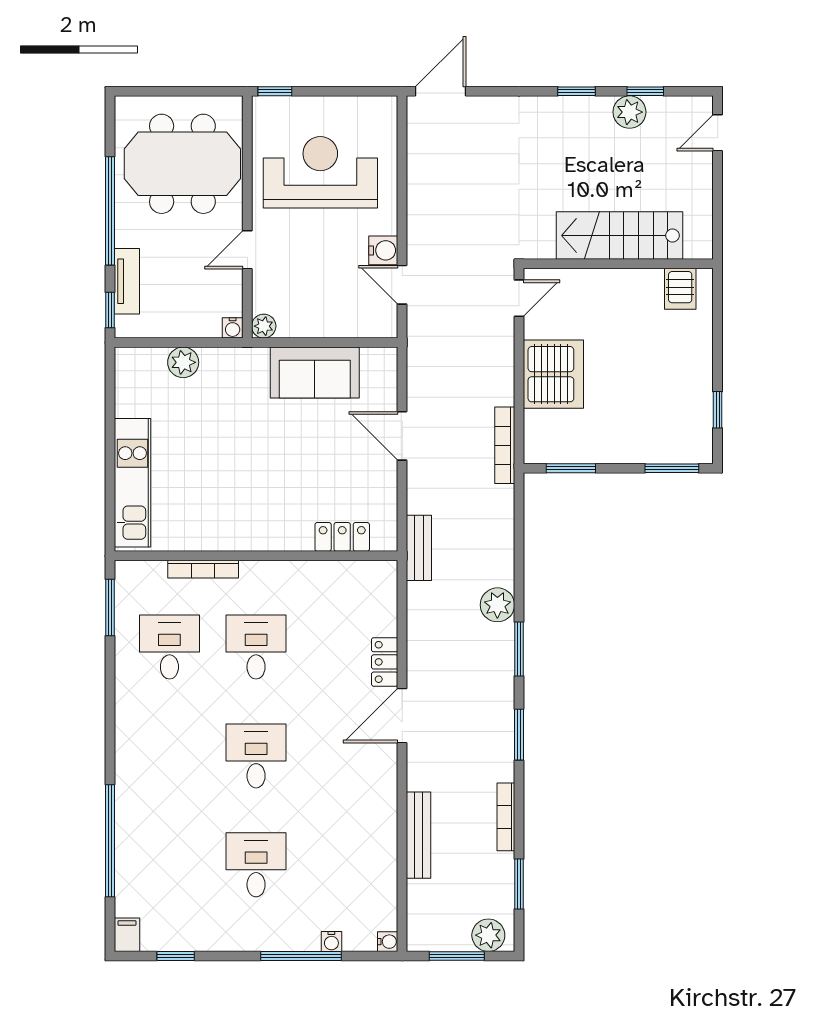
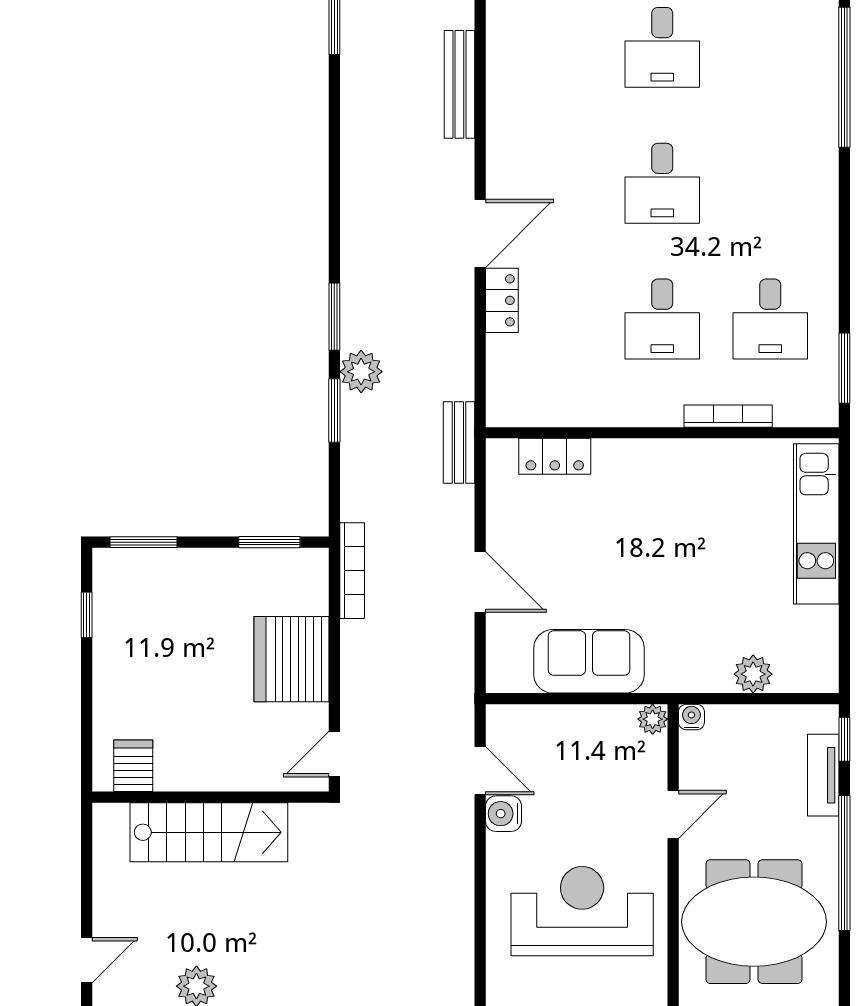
reception desk: (320, 172) -> (582, 911), turned 180
window: (519, 735) -> (334, 410), moved
bookcase: (506, 817) -> (351, 107), removed

